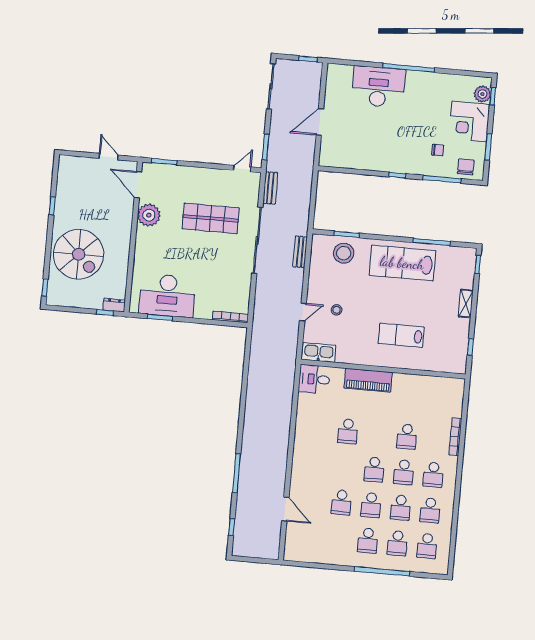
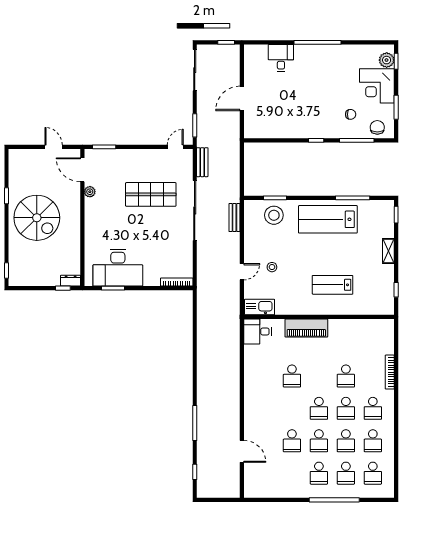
desk: (378, 87) -> (281, 58), width x0.53, depth x0.77
plant: (149, 215) -> (90, 192), width x0.53, depth x0.53
spiral stairs: (79, 254) -> (37, 218), moved

